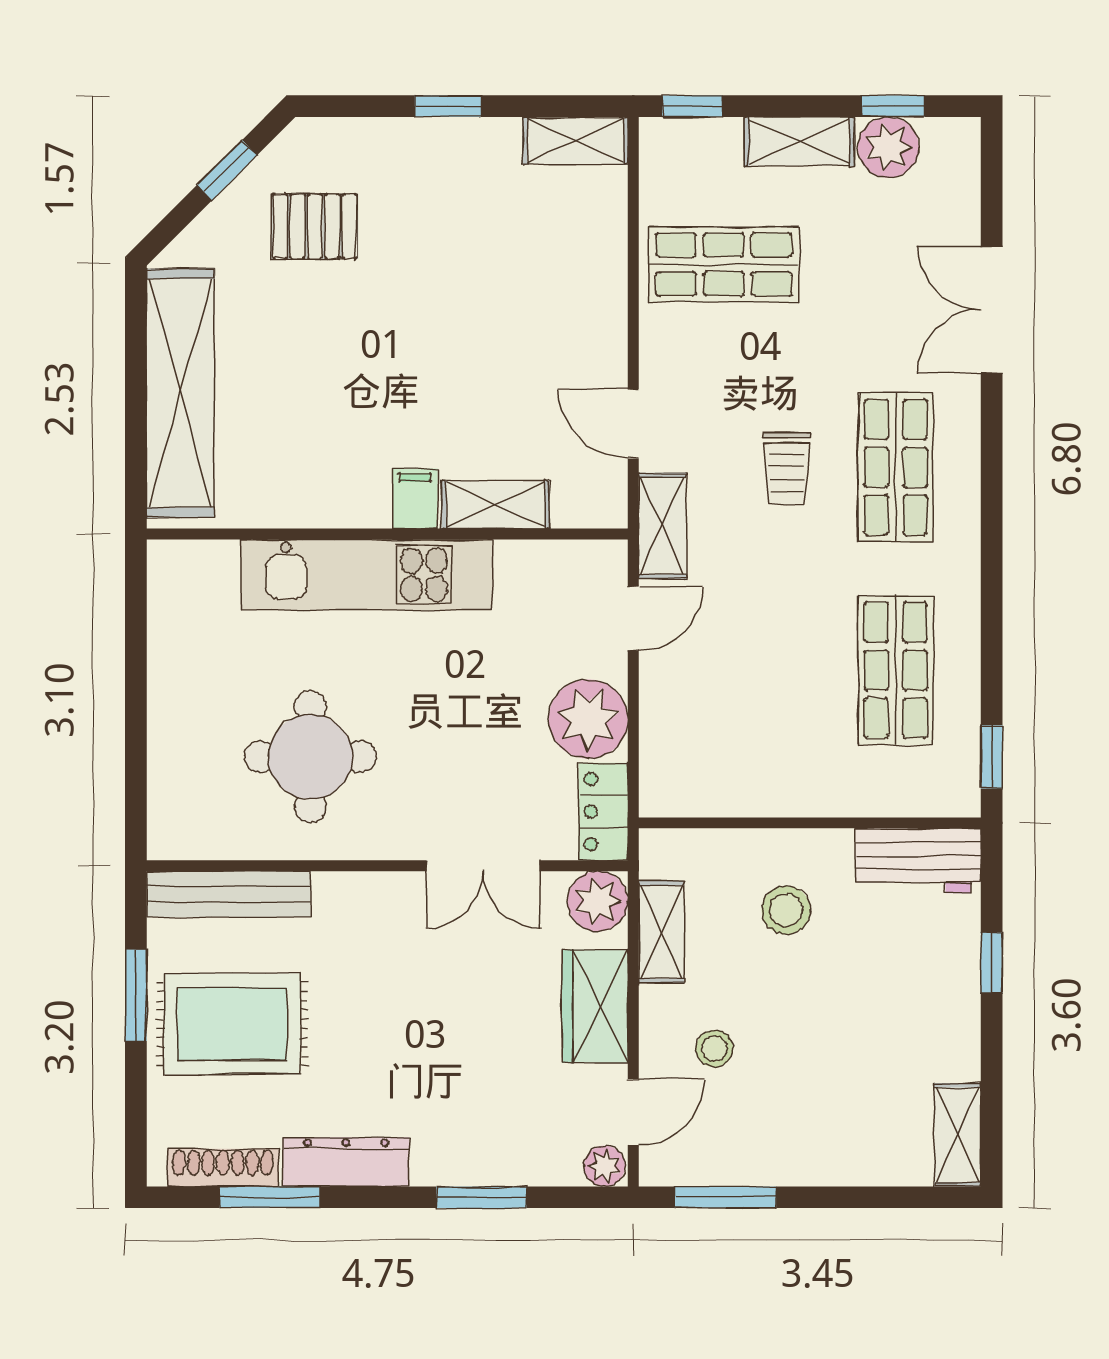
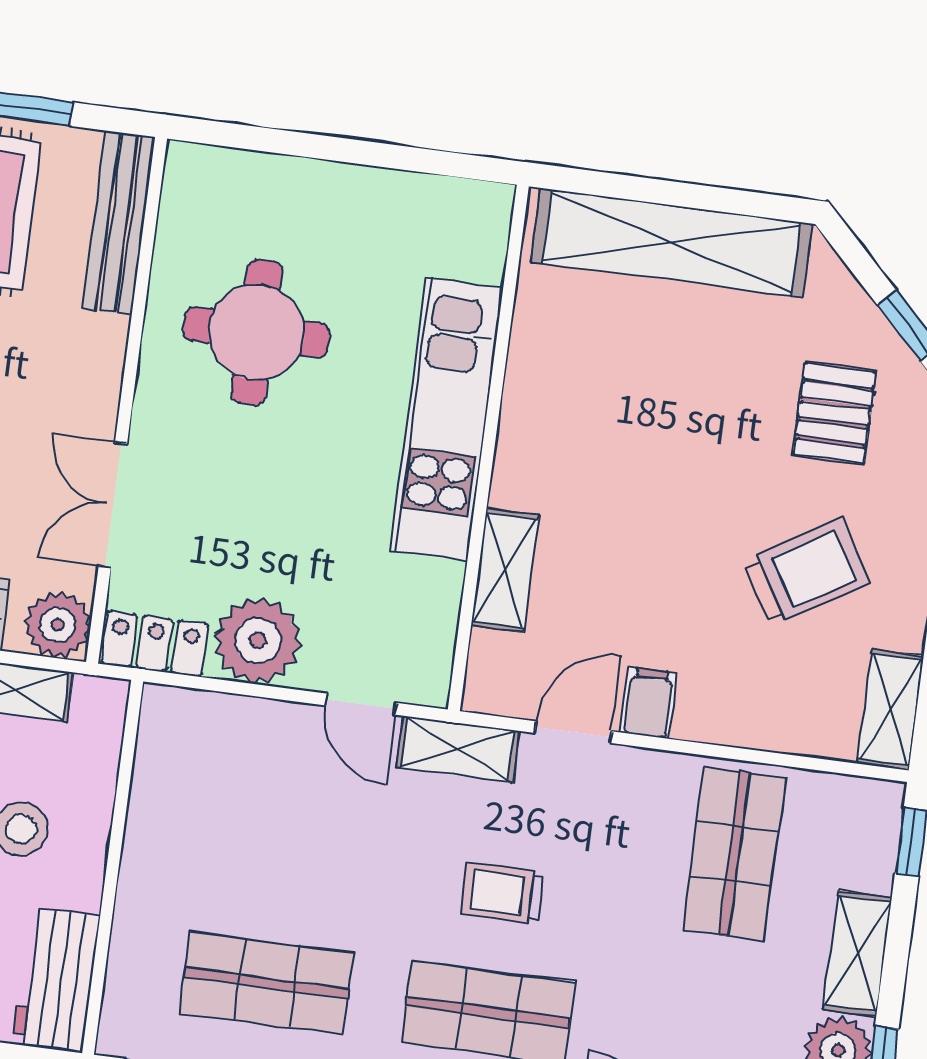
trolley: (461, 232) -> (807, 572), added
filing cabinet: (415, 499) -> (649, 703), moved, turned -90

